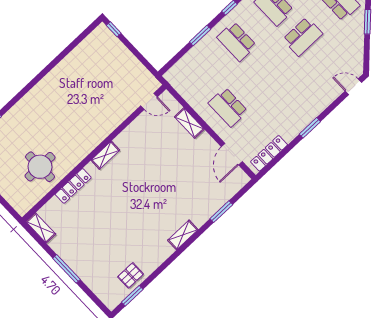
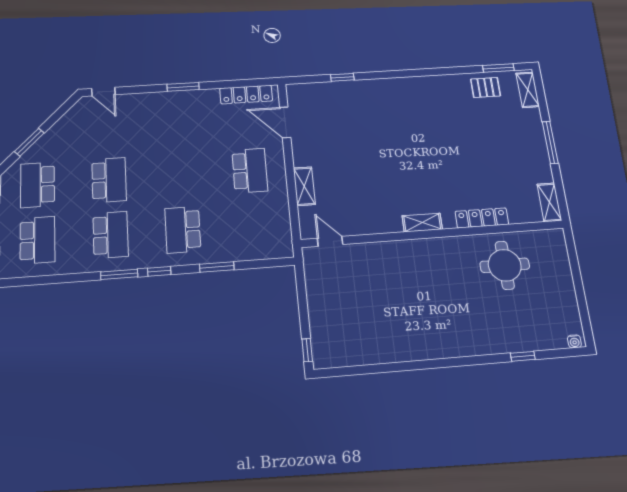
school desk: (303, 37) -> (109, 180), turned 90
school desk: (237, 41) -> (183, 230), turned 180
door: (232, 154) -> (285, 122), swing flipped
window: (221, 212) -> (342, 77), width x0.67
shelving: (183, 235) -> (528, 90), moved, turned 90

